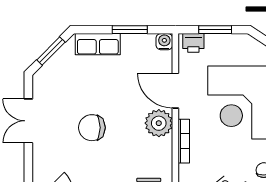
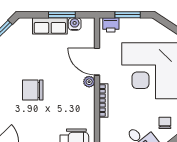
water cooler: (164, 42) -> (75, 24), moved
row of seats: (98, 44) -> (50, 26), moved
plant: (159, 123) -> (89, 82), width x0.53, depth x0.53

